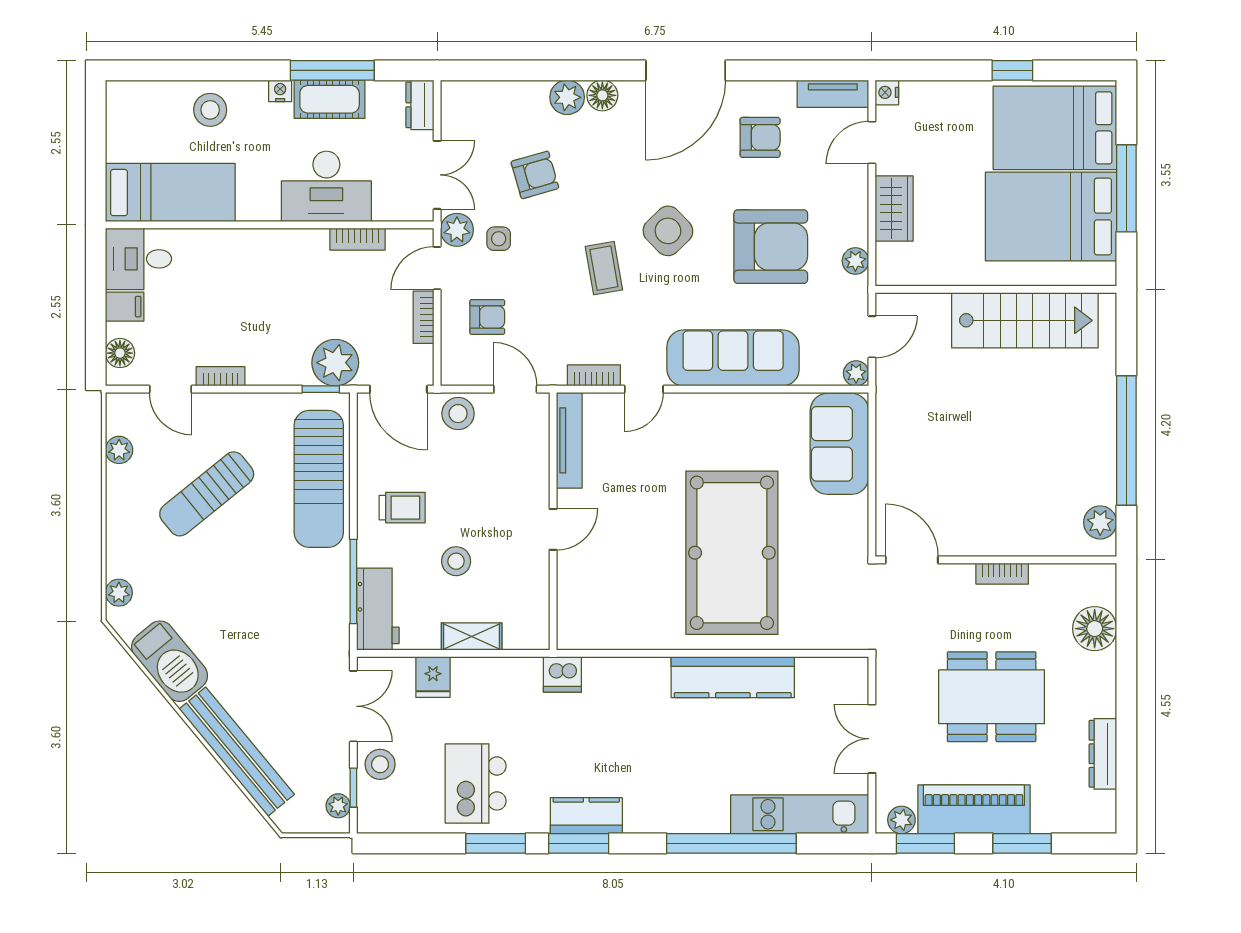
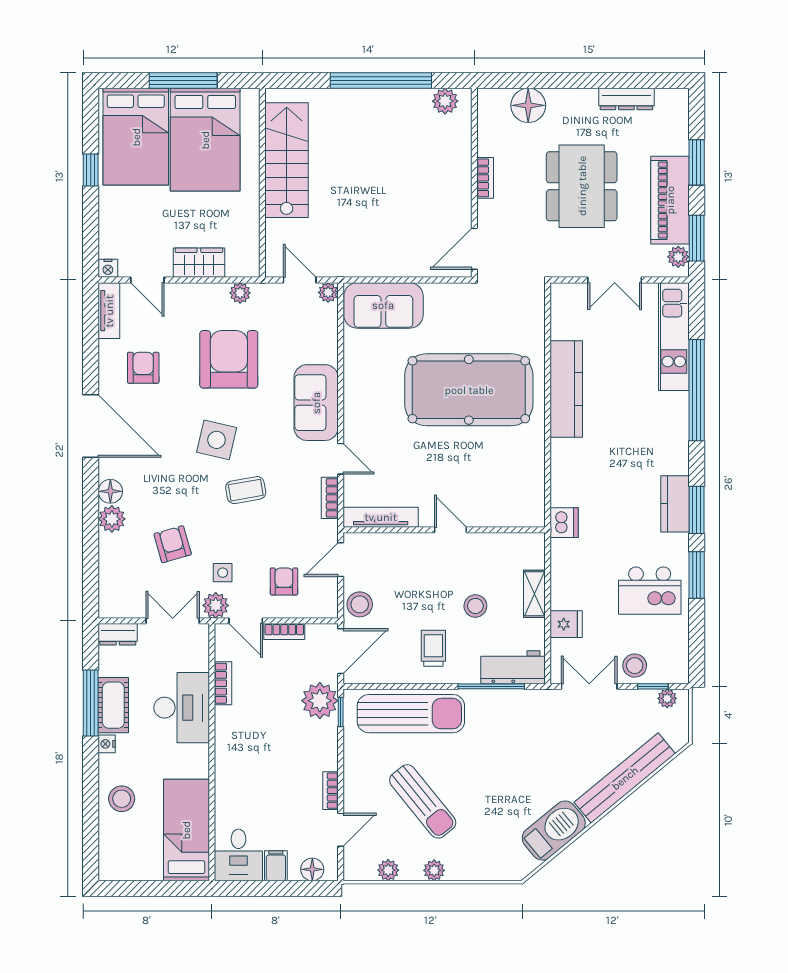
side table: (668, 231) -> (217, 440), turned -33
sofa: (733, 358) -> (316, 403), width x0.73
plant: (119, 593) -> (434, 870), moved

